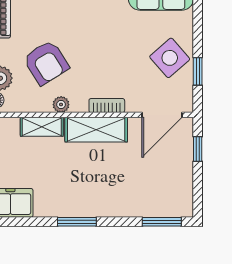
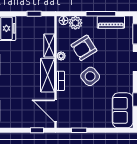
side table: (170, 58) -> (90, 76), moved

